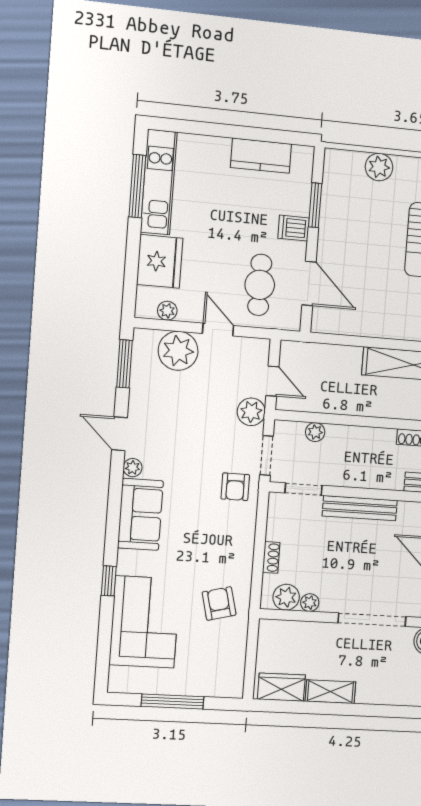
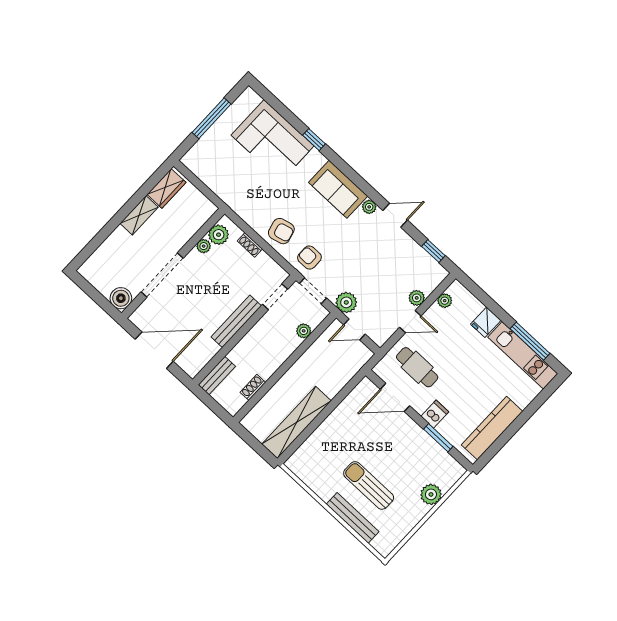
kitchen counter: (261, 156) -> (492, 428), width x1.50
fridge: (160, 261) -> (486, 322), width x0.53, depth x0.75
plant: (178, 351) -> (417, 298), width x0.53, depth x0.53
window: (125, 364) -> (433, 251), width x0.67
armchair: (219, 603) -> (281, 231), moved

